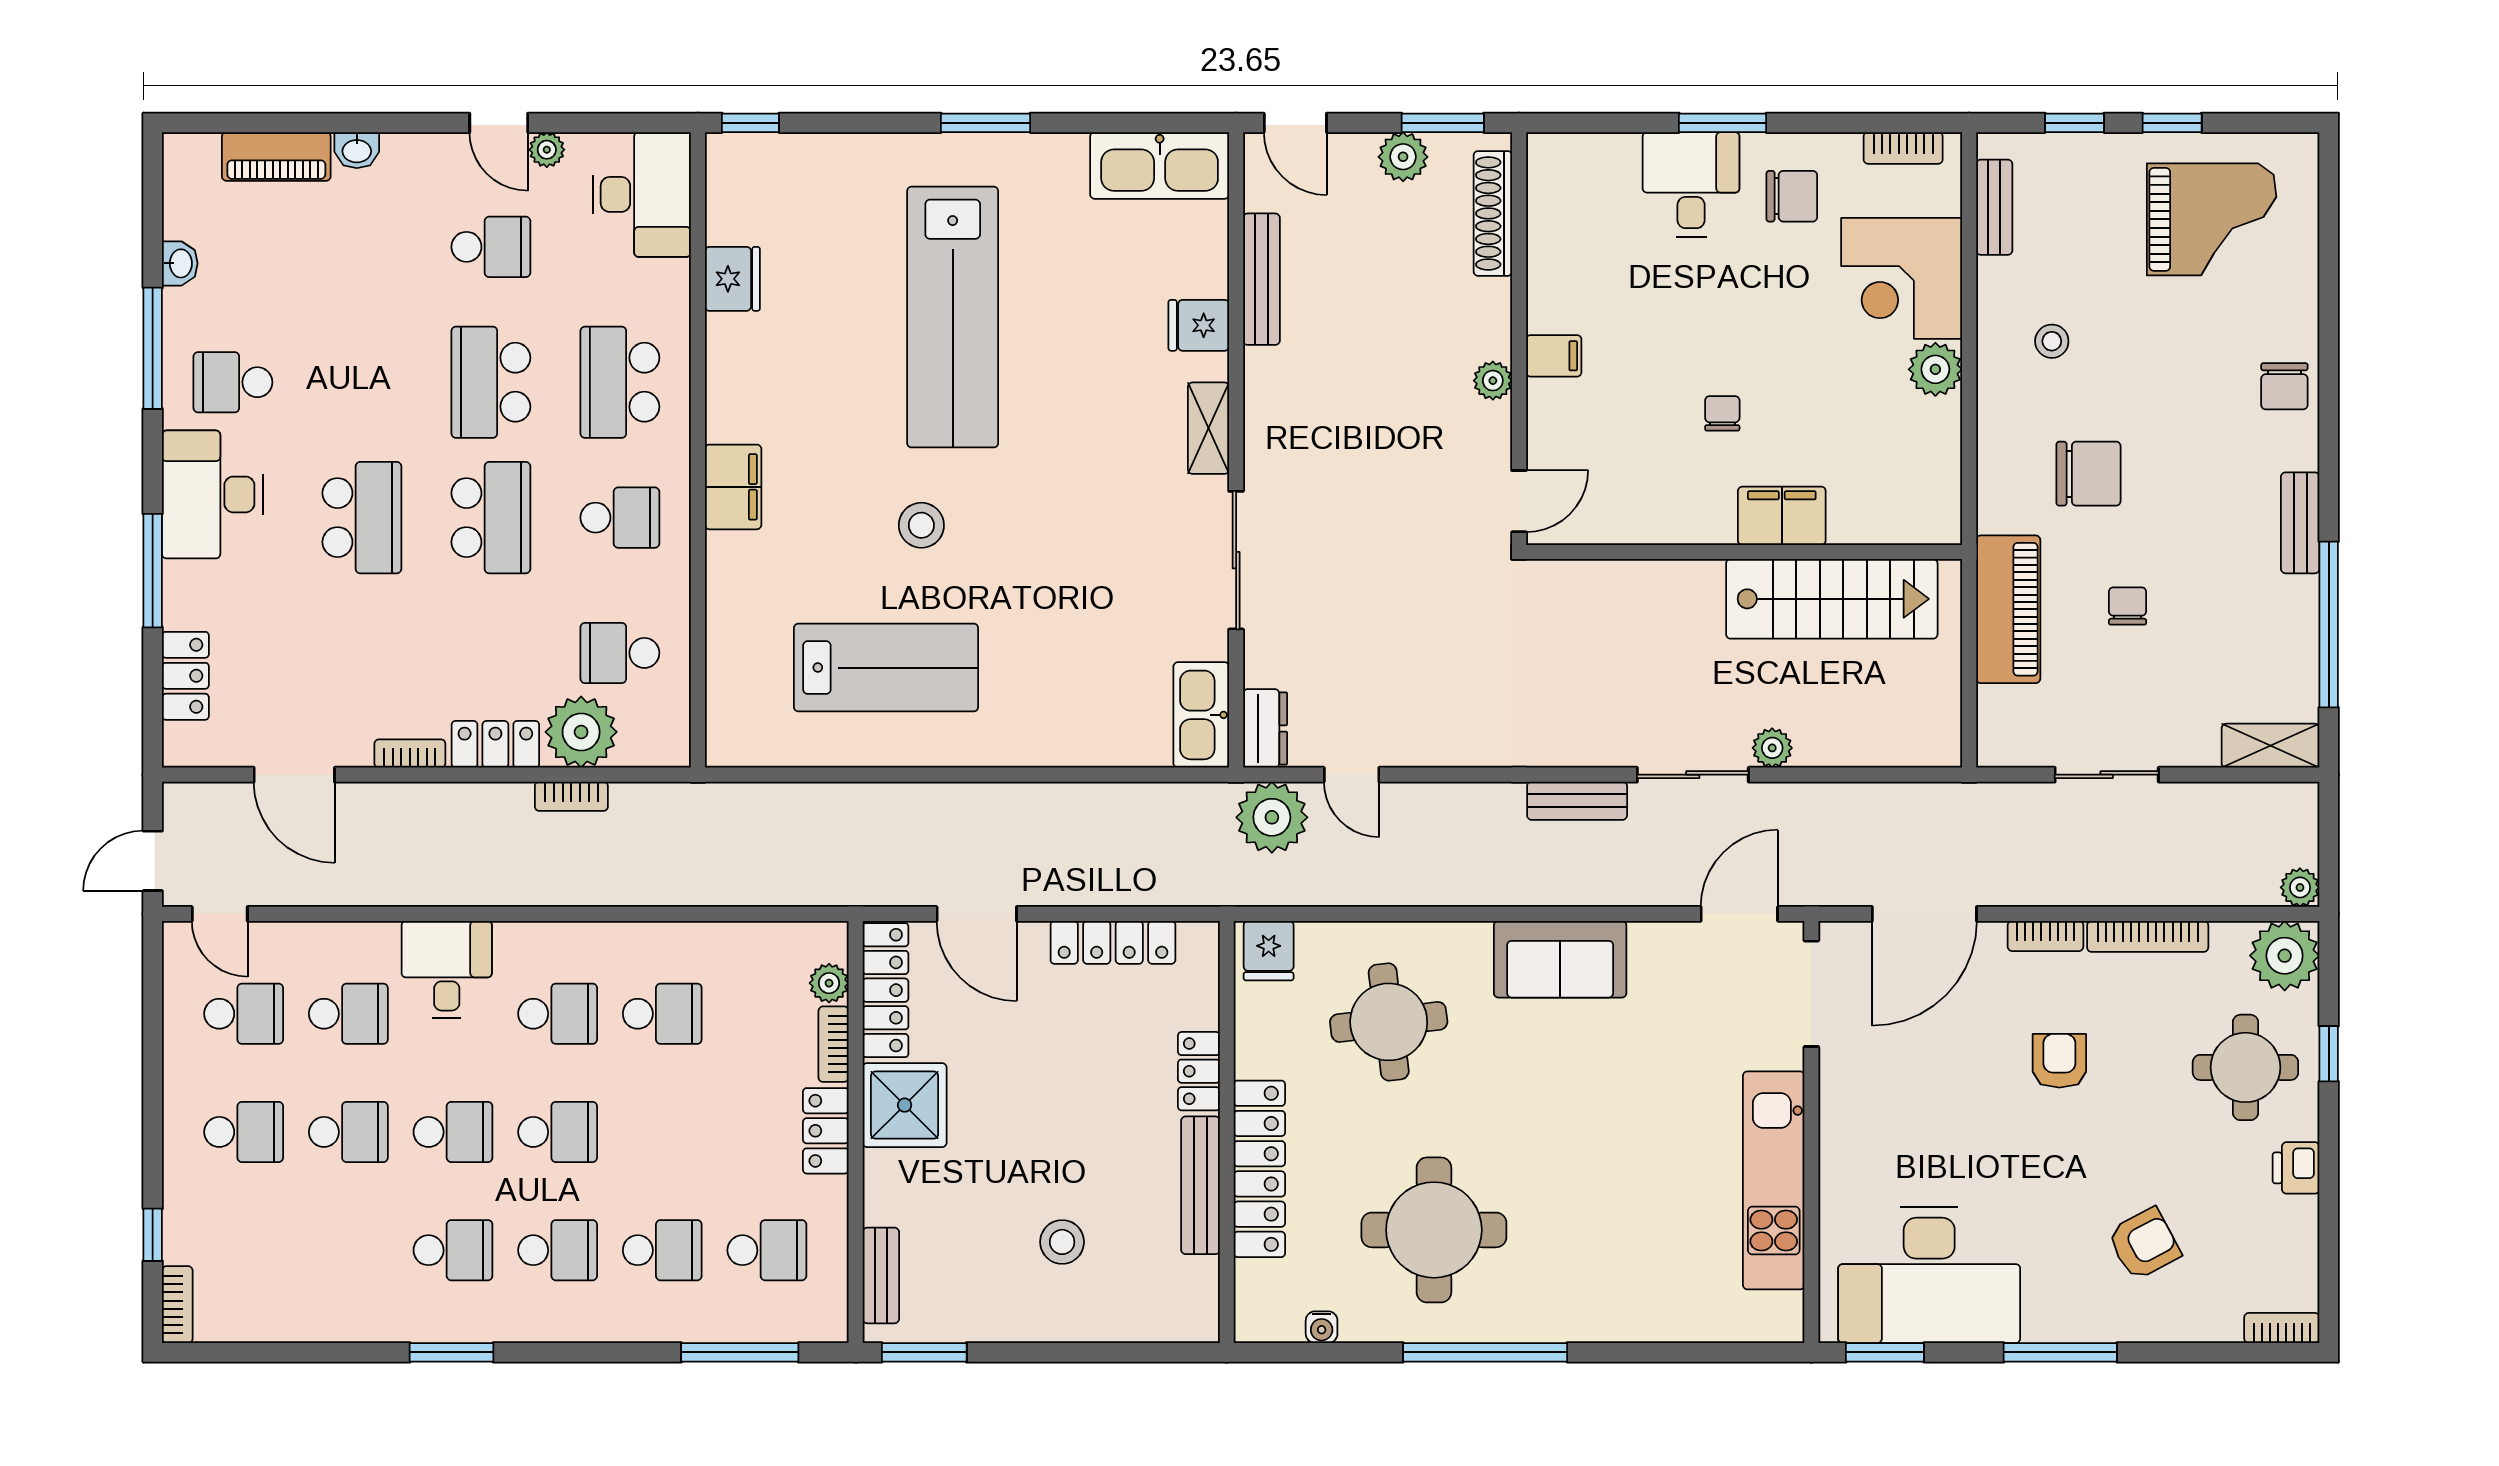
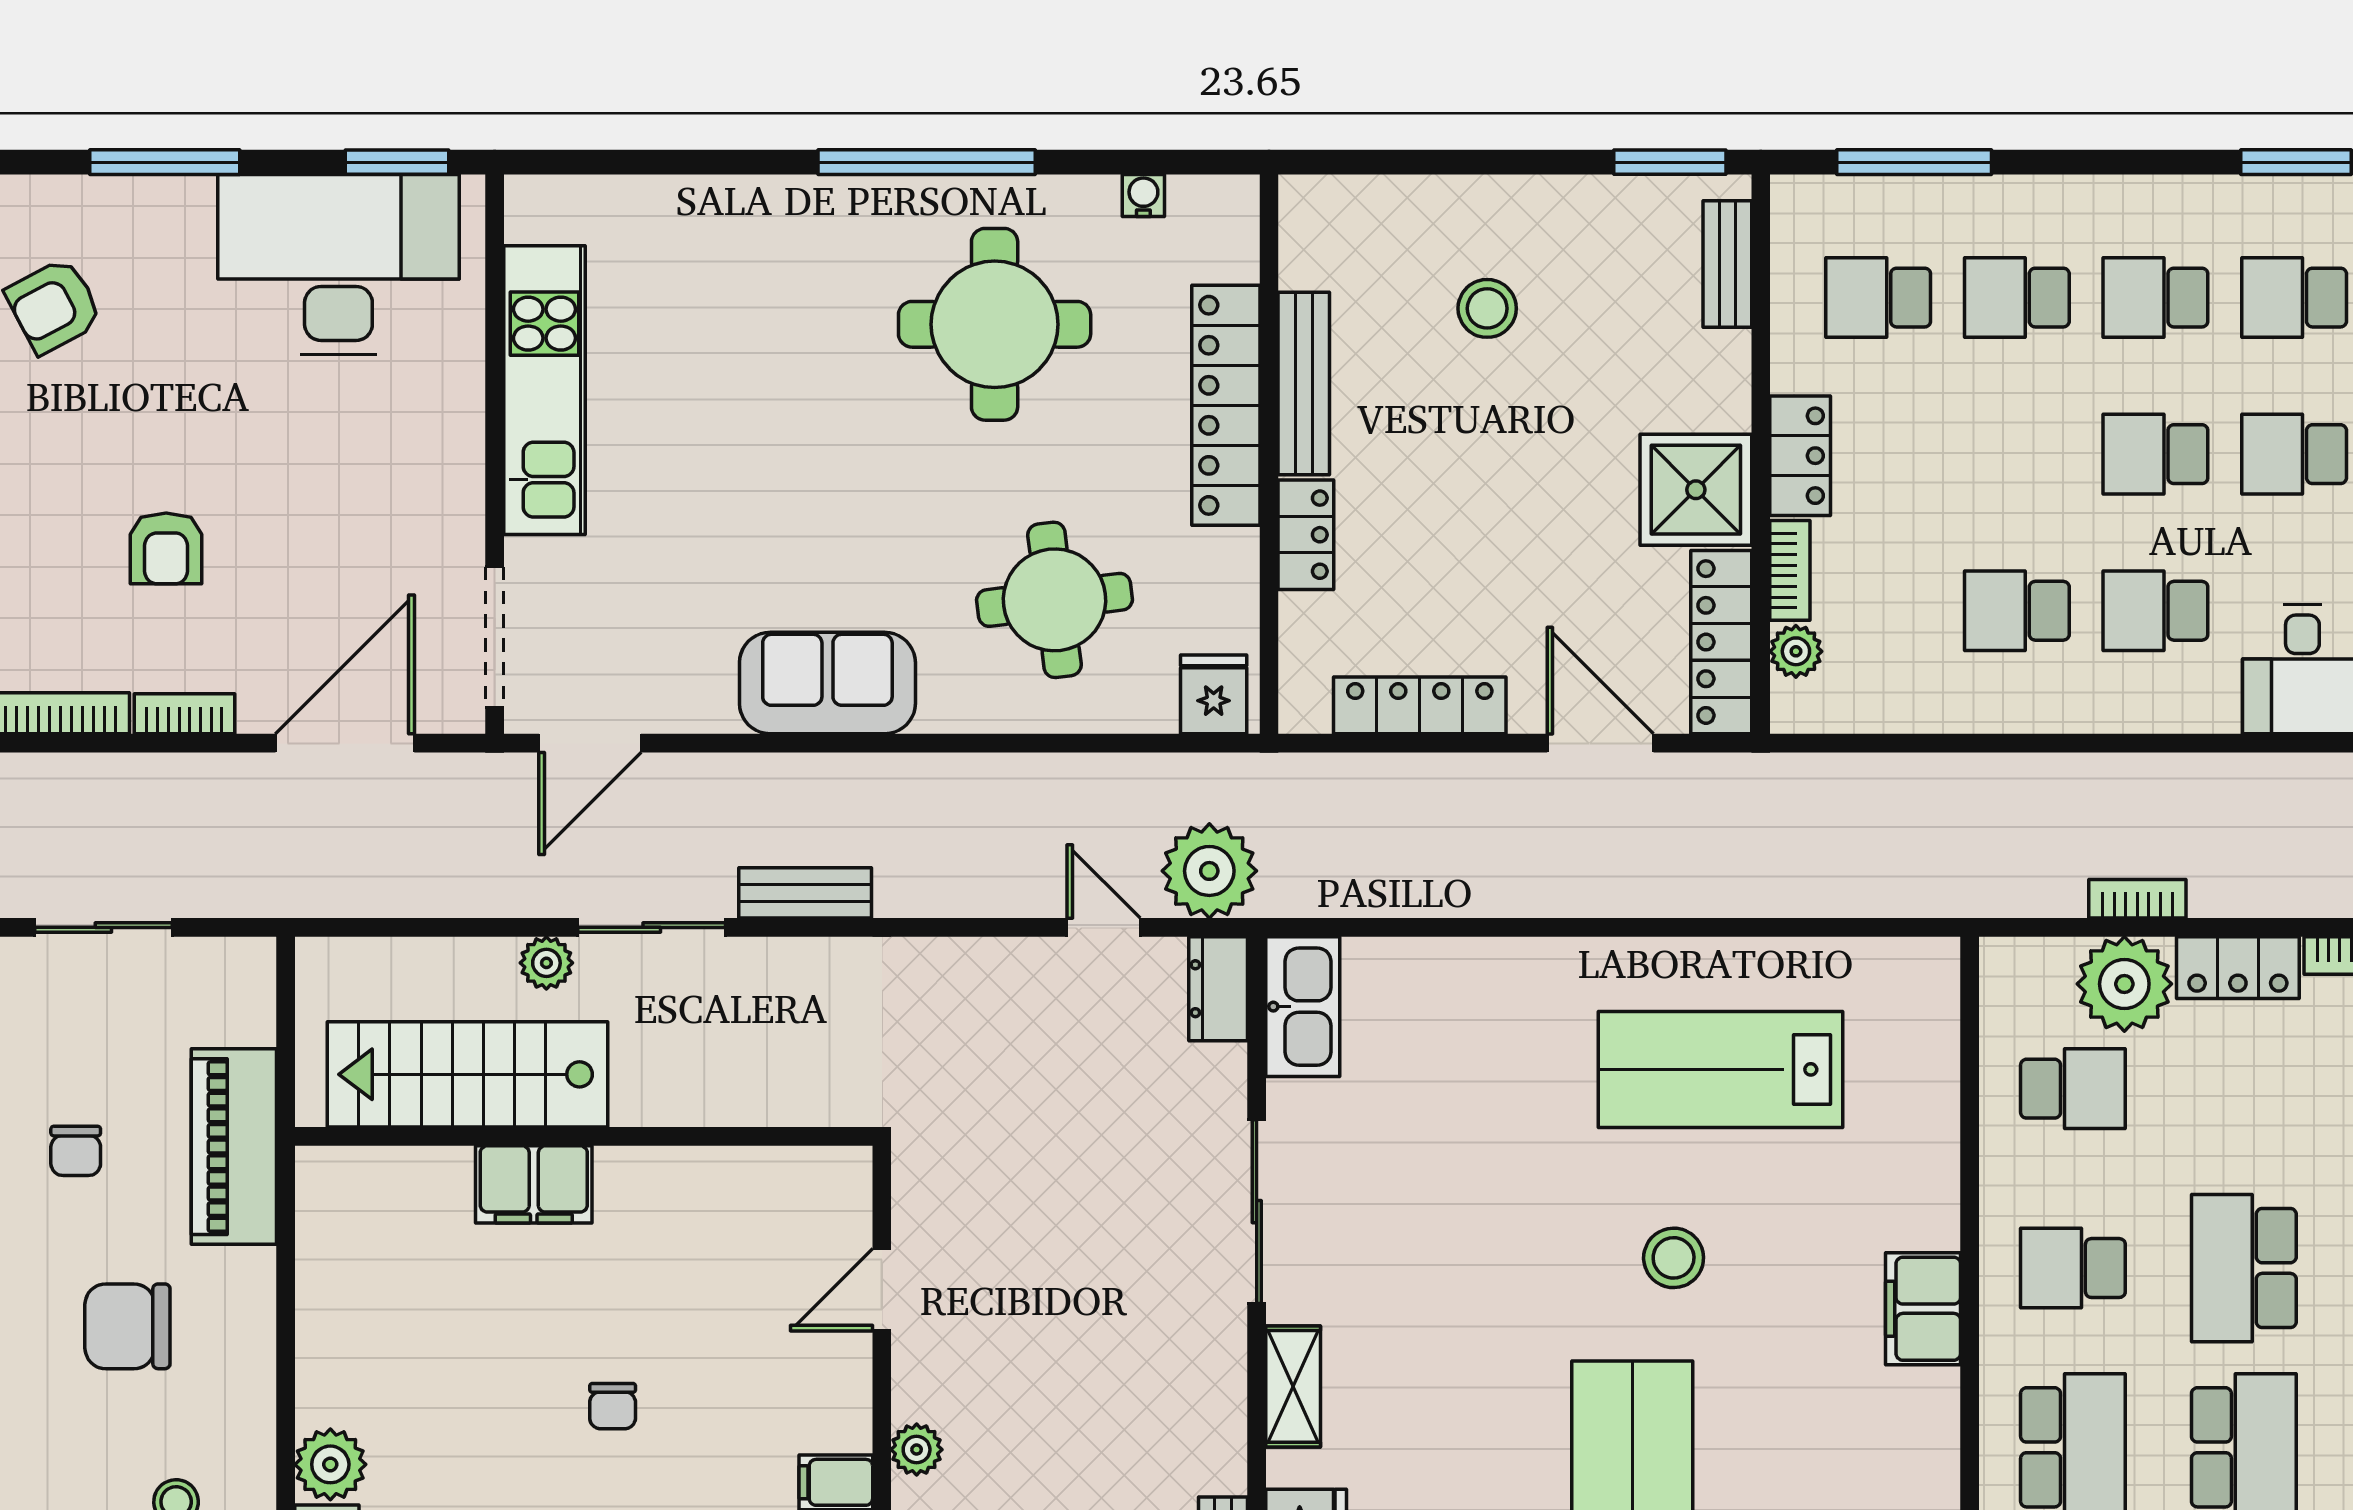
filing cabinet: (1782, 516) -> (534, 1184), moved
wall: (1744, 552) -> (584, 1136), moved
stairs: (1832, 599) -> (467, 1074), moved

